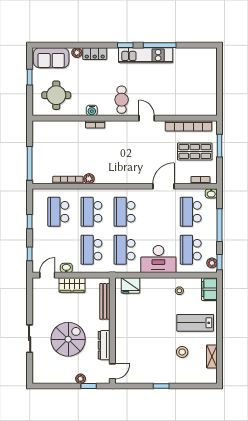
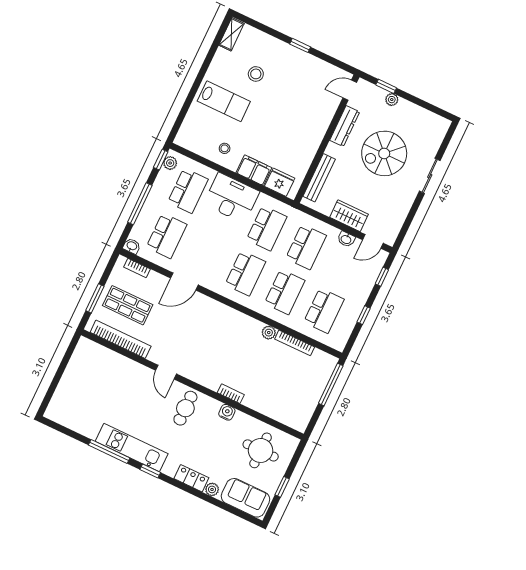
filing cabinet: (209, 289) -> (254, 170), moved, turned -90
shelving: (212, 356) -> (231, 34), moved

